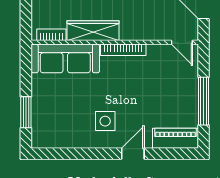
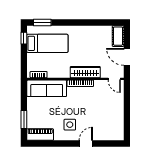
wardrobe: (93, 31) -> (85, 72), moved
window: (204, 101) -> (127, 113), removed
piano: (175, 138) -> (40, 135), moved

